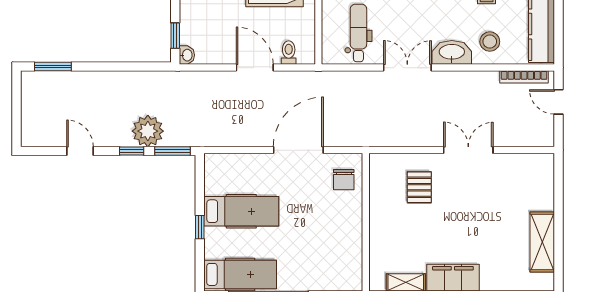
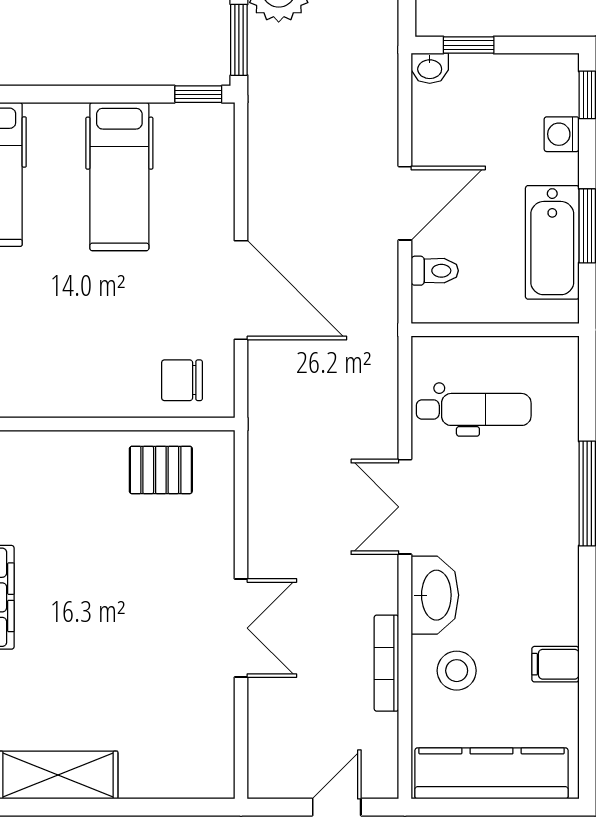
double door: (407, 68) -> (405, 507), swing flipped
bookcase: (524, 77) -> (386, 663), moved
pallet: (419, 187) -> (161, 470), moved
window: (200, 227) -> (198, 94), moved

